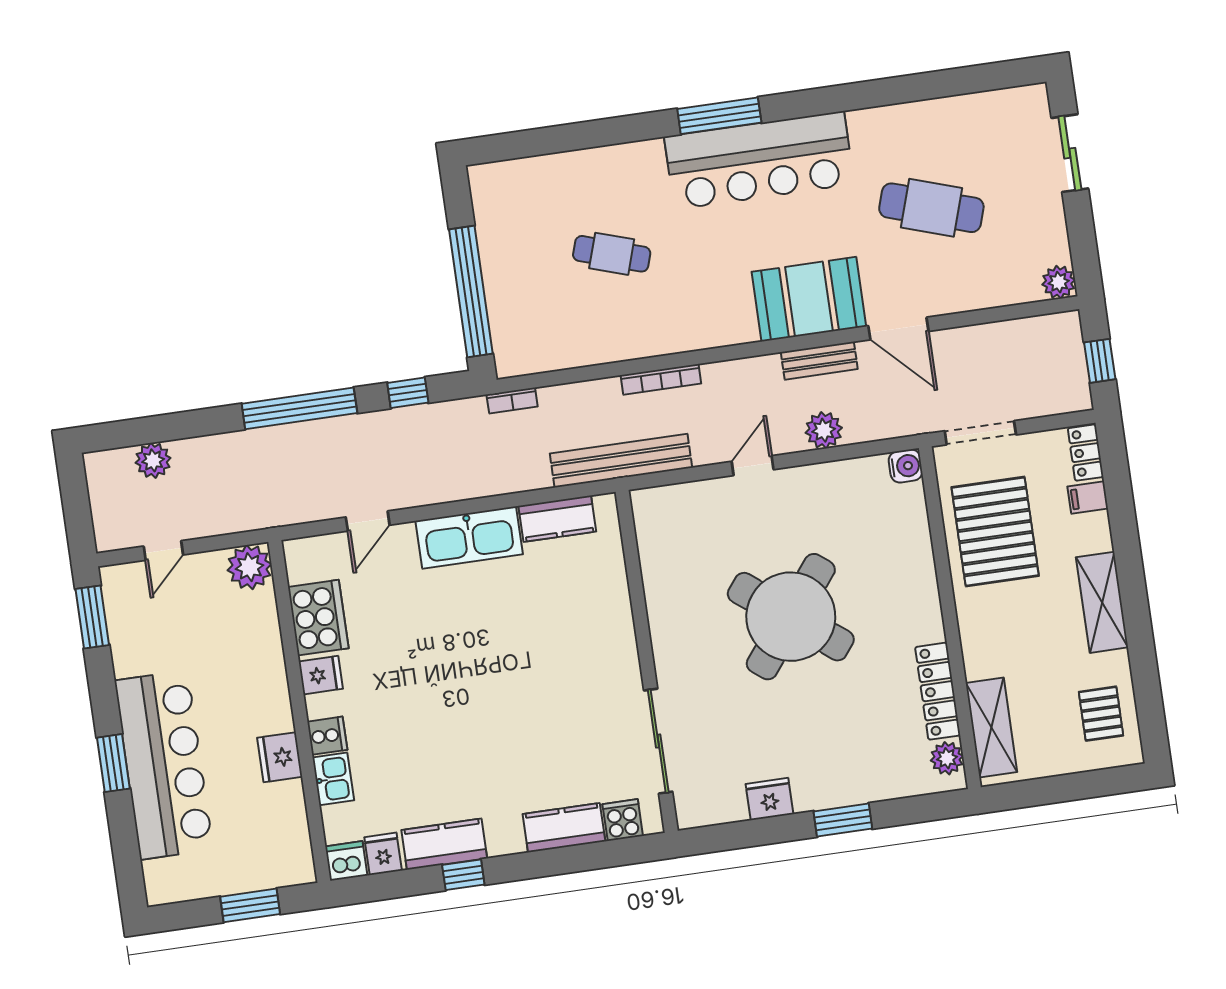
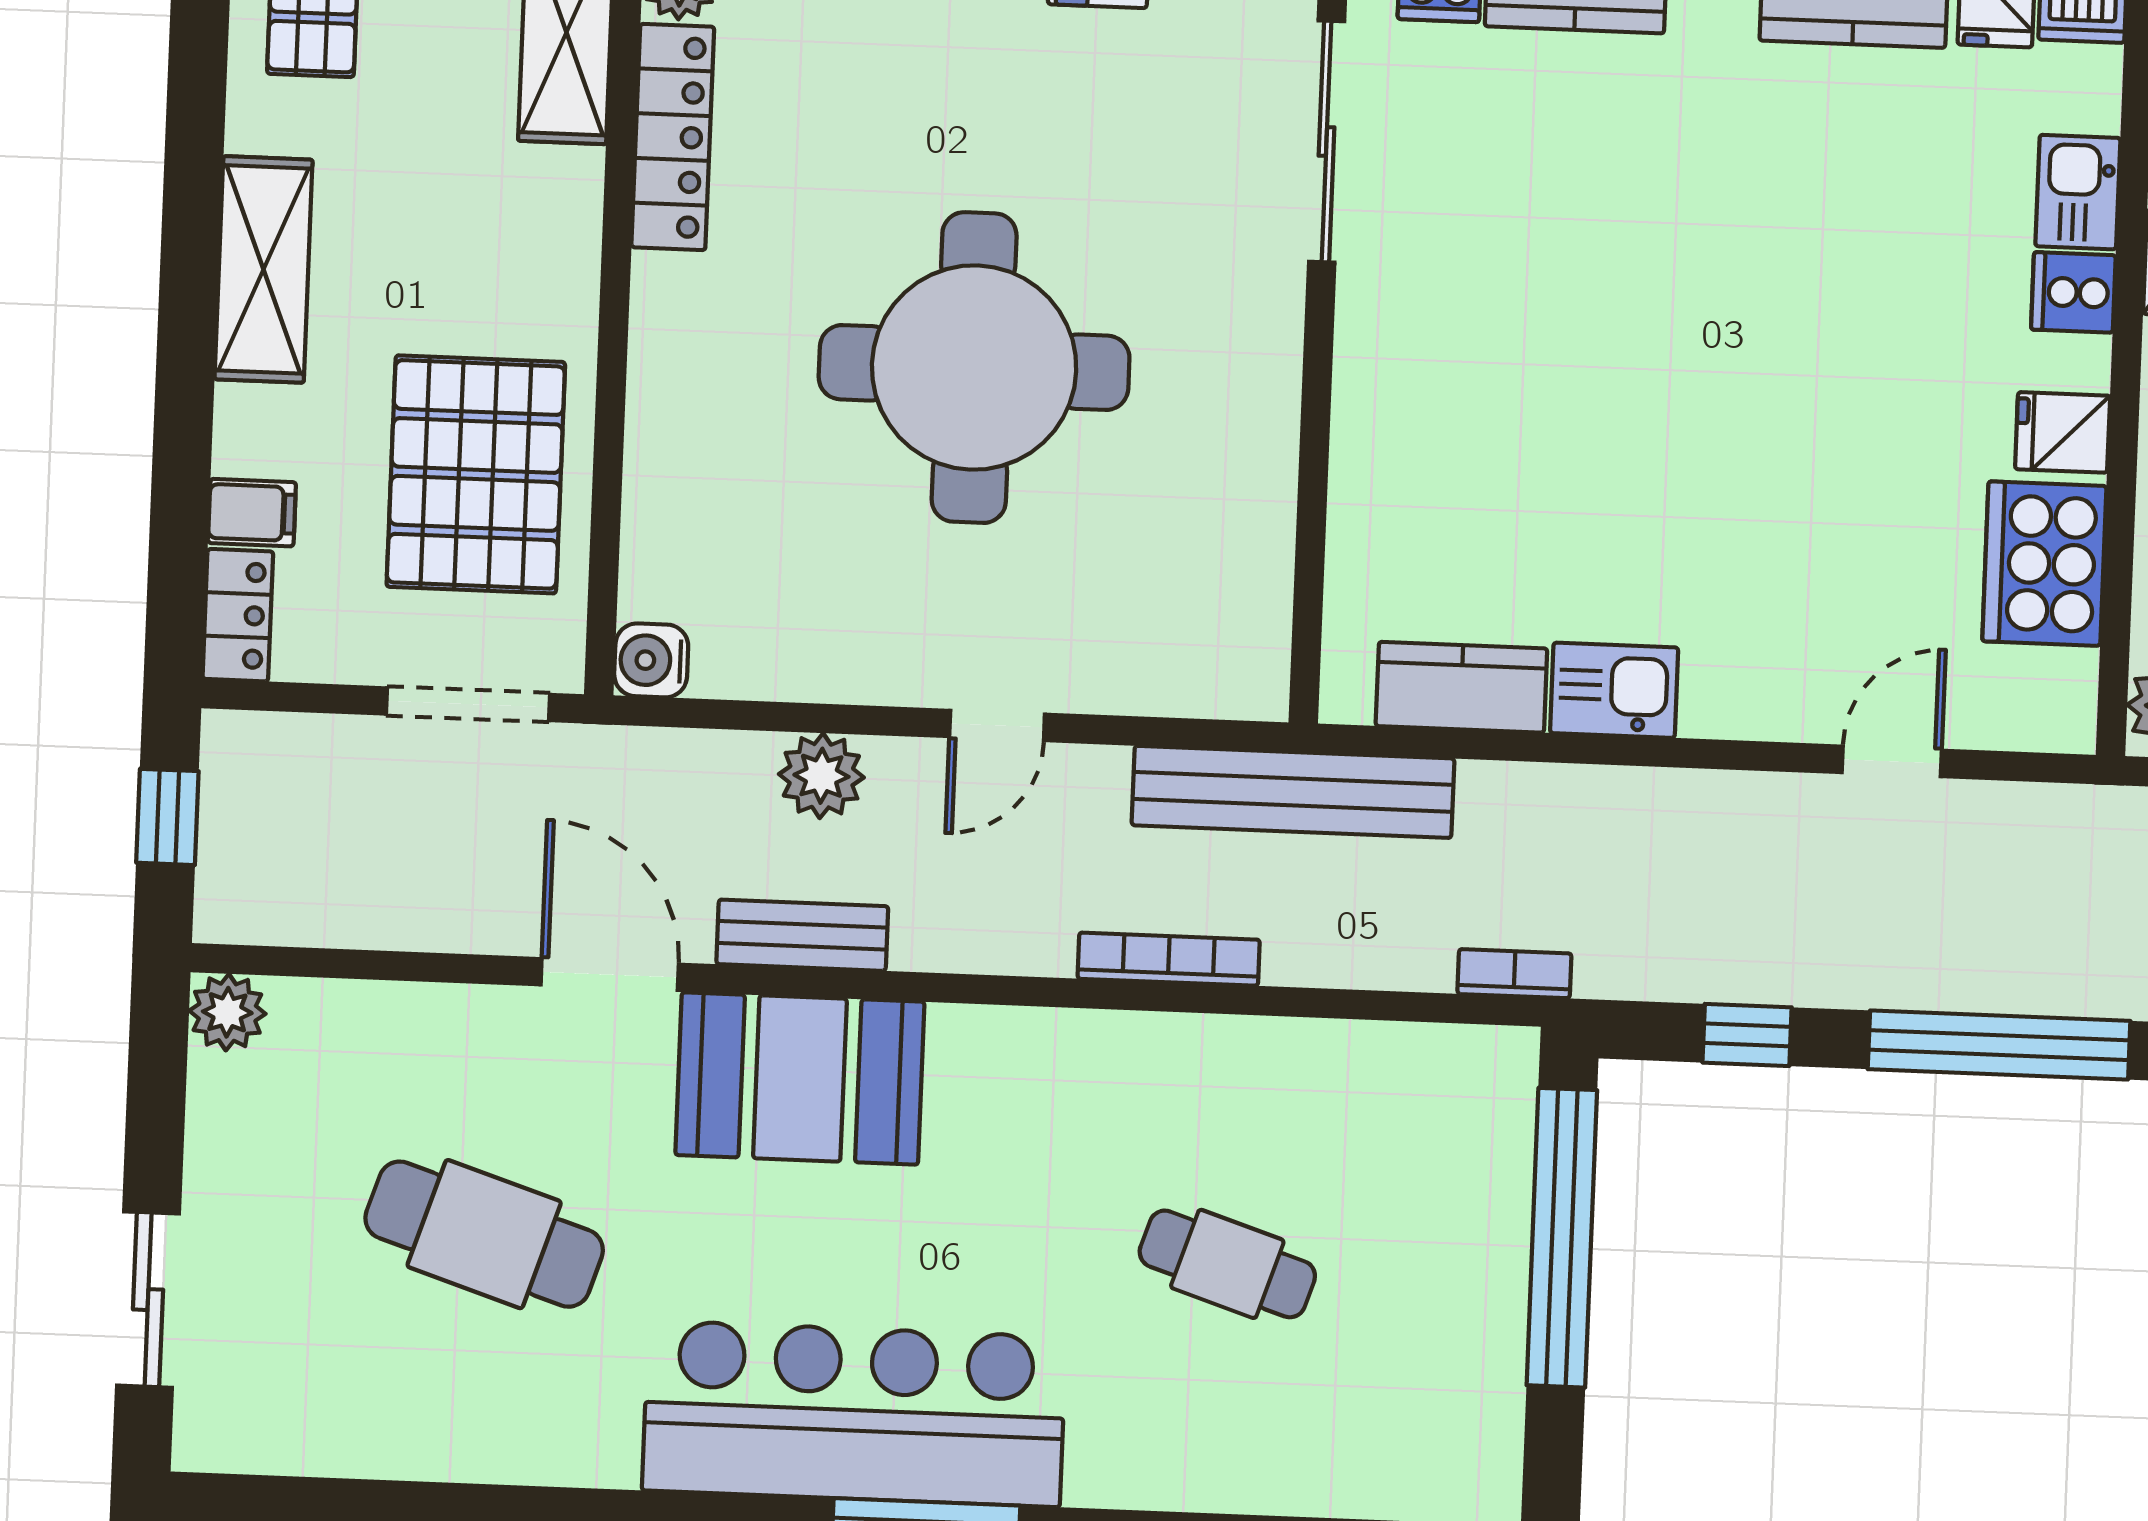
kitchen sink: (469, 538) -> (1614, 690), width x0.53, depth x0.81
round table: (791, 617) -> (974, 368), turned -38

